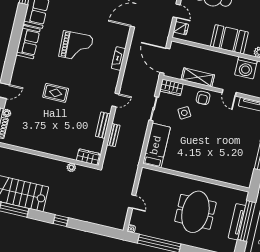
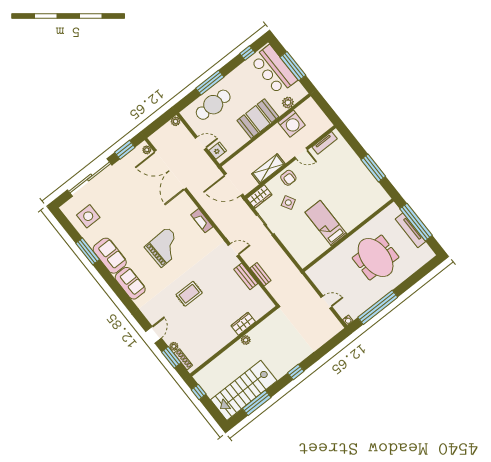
door: (116, 100) -> (234, 250), hinge flipped
bed: (156, 145) -> (326, 223), moved
wardrobe: (88, 157) -> (243, 324), moved
plant: (71, 167) -> (246, 340), moved

